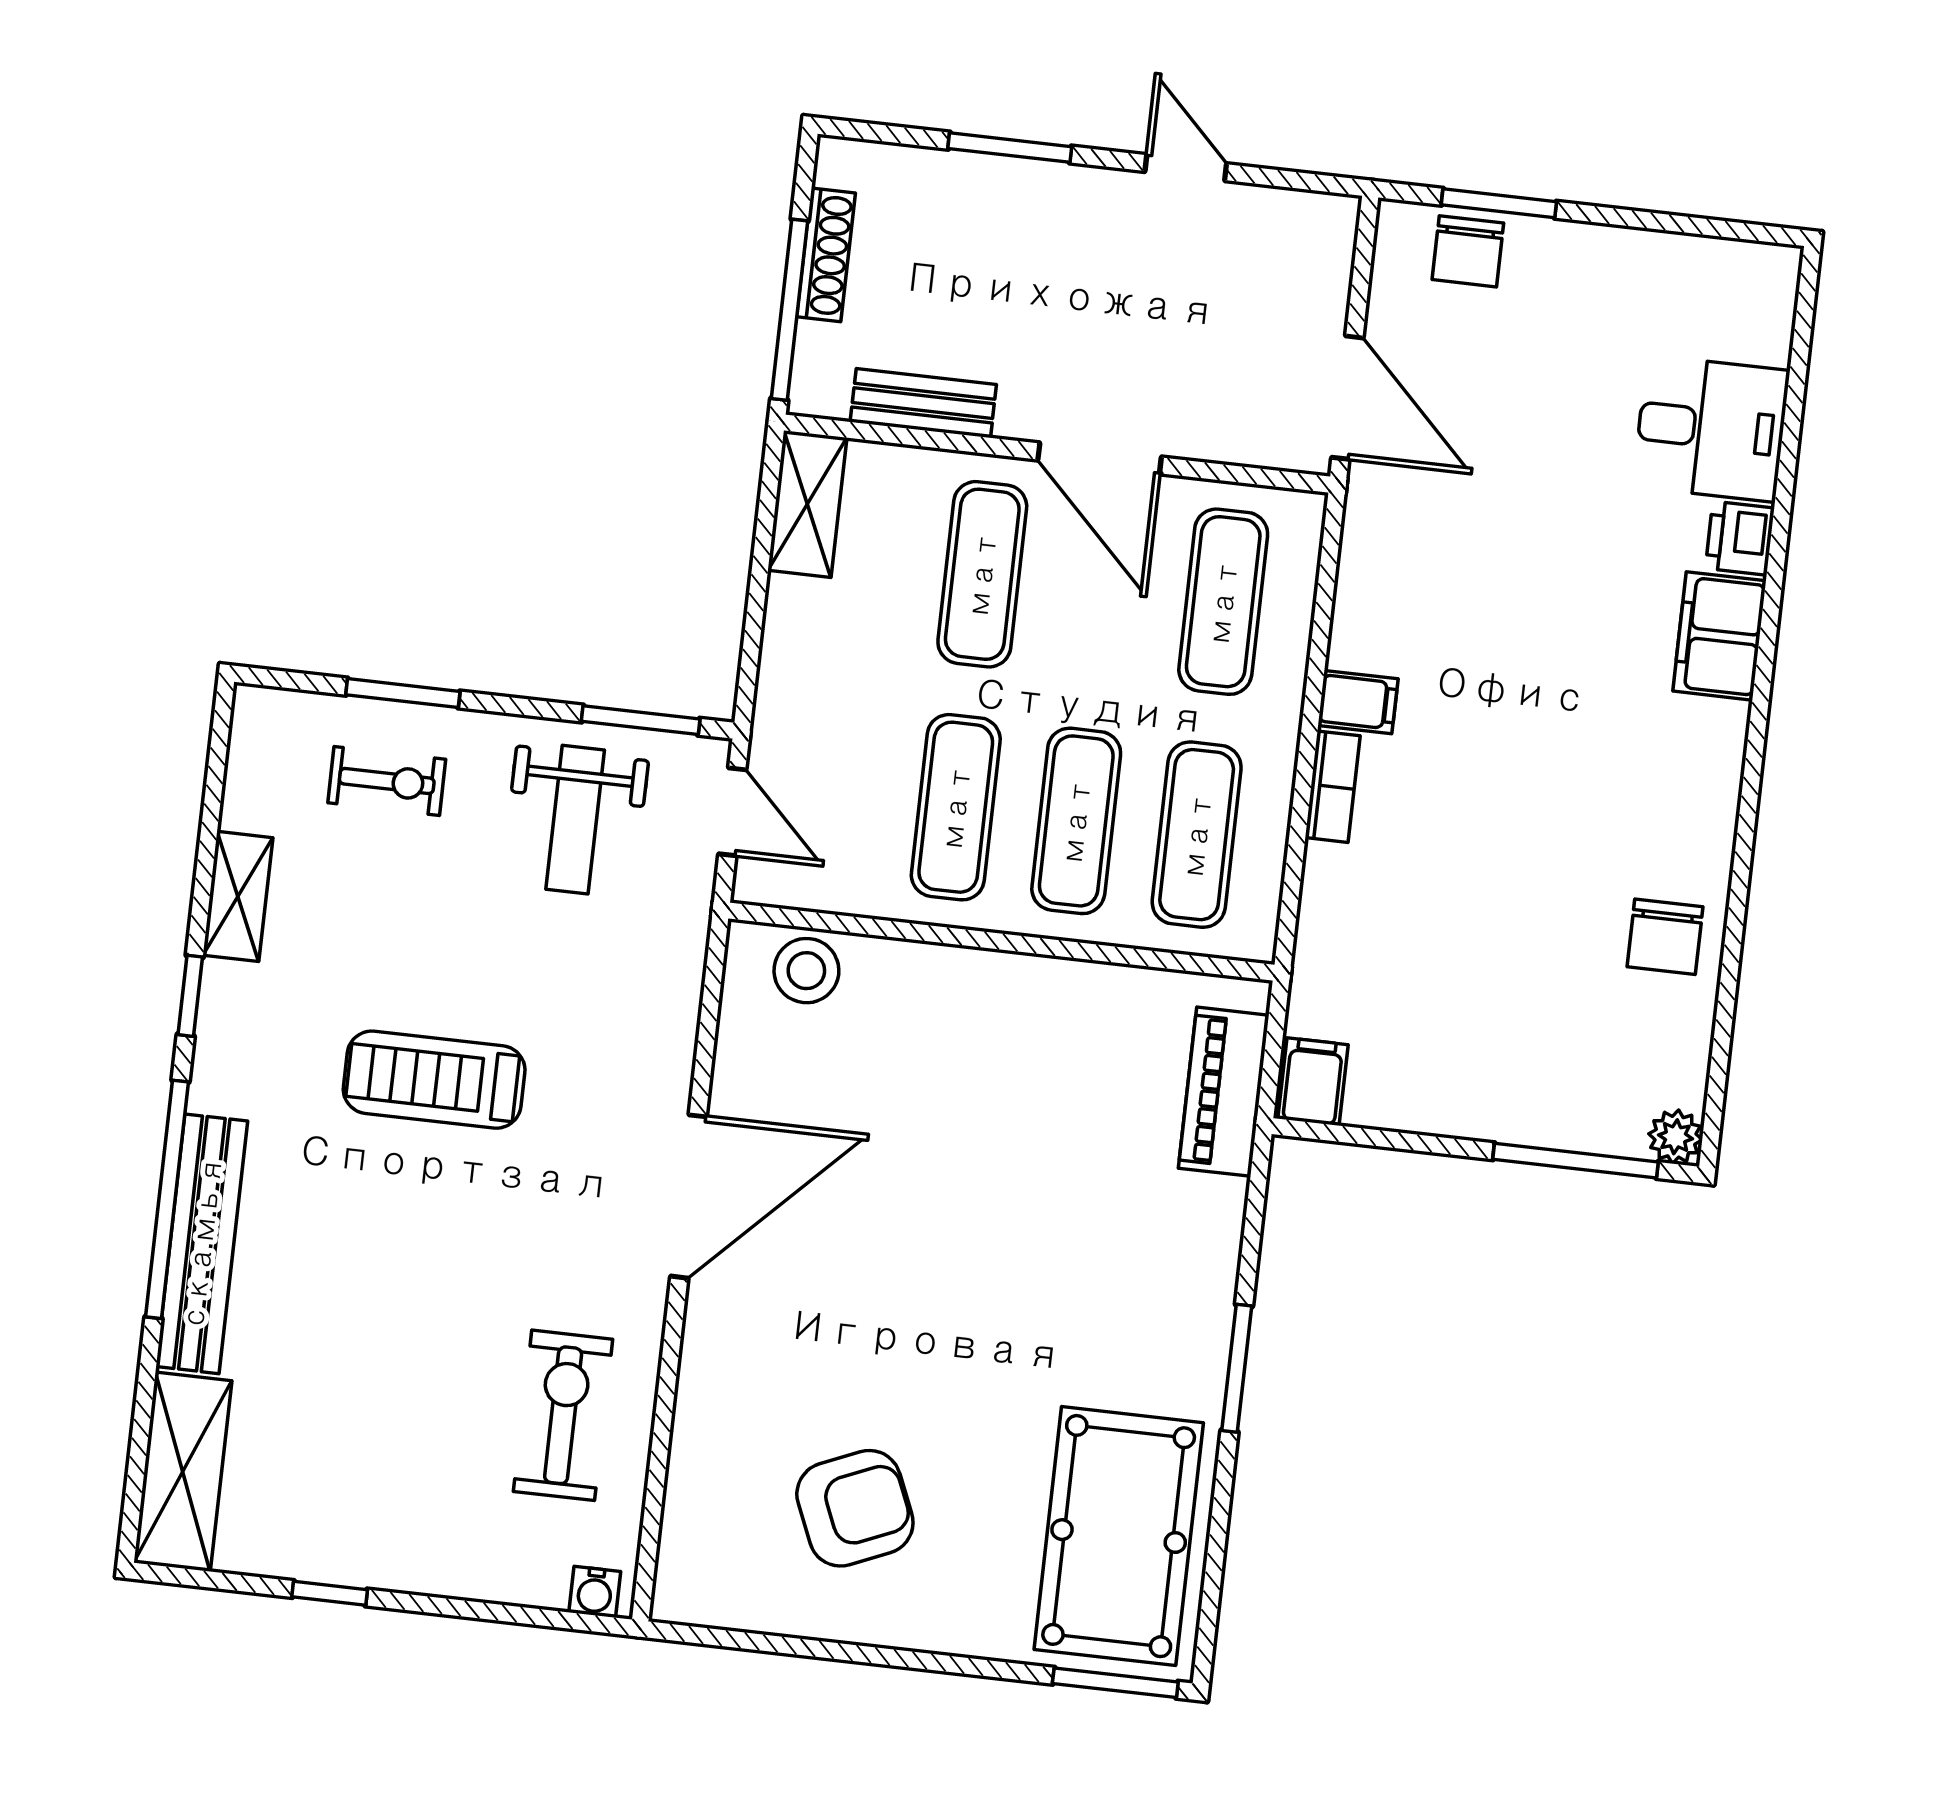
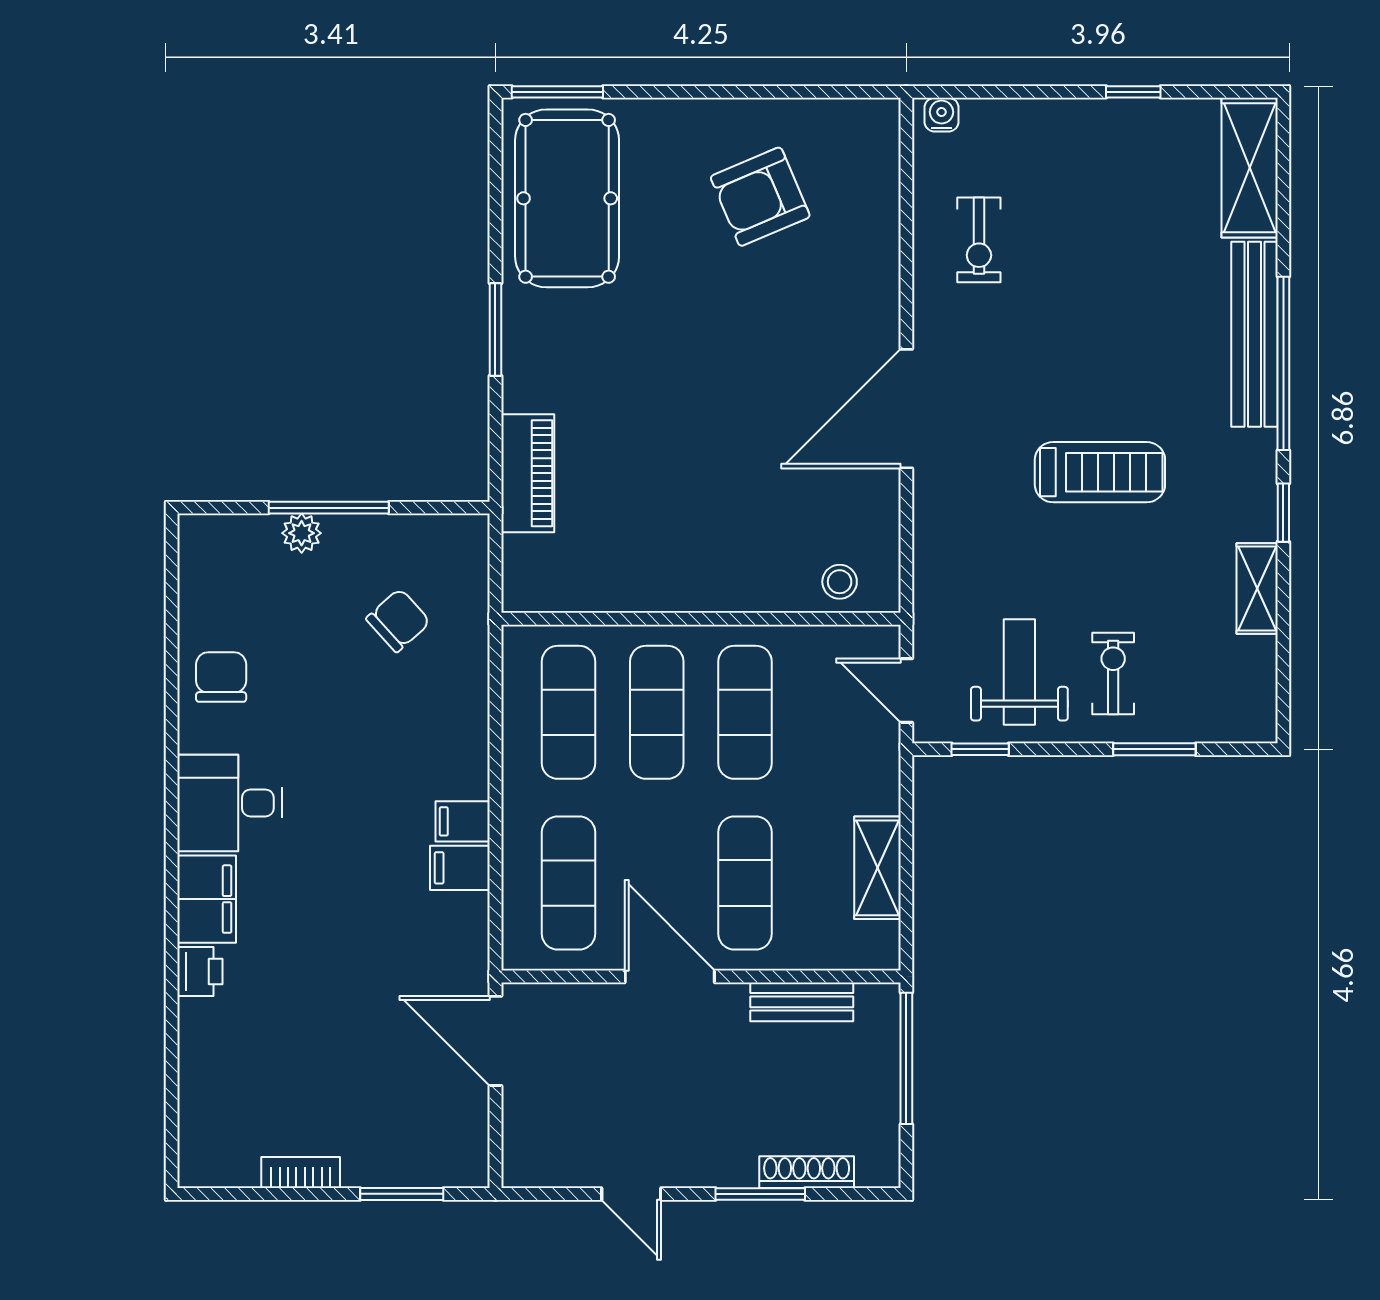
chair: (1468, 251) -> (398, 620), moved, turned 48
shoe rack: (826, 255) -> (807, 1172), moved, turned 90
desk: (1711, 428) -> (230, 803), moved
shelving: (807, 504) -> (877, 868), moved
window: (641, 720) -> (980, 749), width x0.67
exercise bike: (387, 781) -> (1113, 673), moved, turned 90
bookcase: (1333, 787) -> (301, 1173), moved, turned 90
stool: (806, 971) -> (840, 582), width x0.73, depth x0.73
filing cabinet: (1313, 1082) -> (460, 868), moved, turned 90
piano: (1224, 1092) -> (528, 473), moved
plant: (1675, 1137) -> (302, 533), moved
window: (1575, 1161) -> (329, 508), moved
exercise bike: (563, 1415) -> (979, 240), width x0.73, depth x0.72

